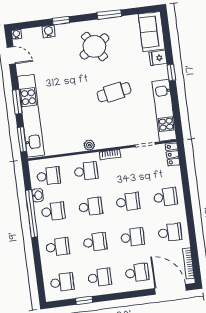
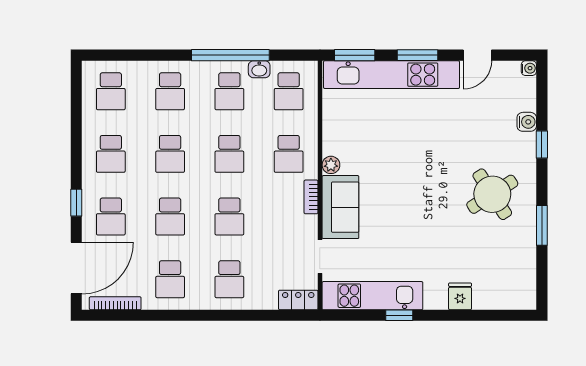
sofa: (152, 32) -> (340, 207), moved, turned 90
door: (11, 56) -> (477, 55), moved
window: (171, 73) -> (399, 315), moved
cafe table: (114, 92) -> (413, 217), removed
window: (84, 300) -> (76, 203), moved

